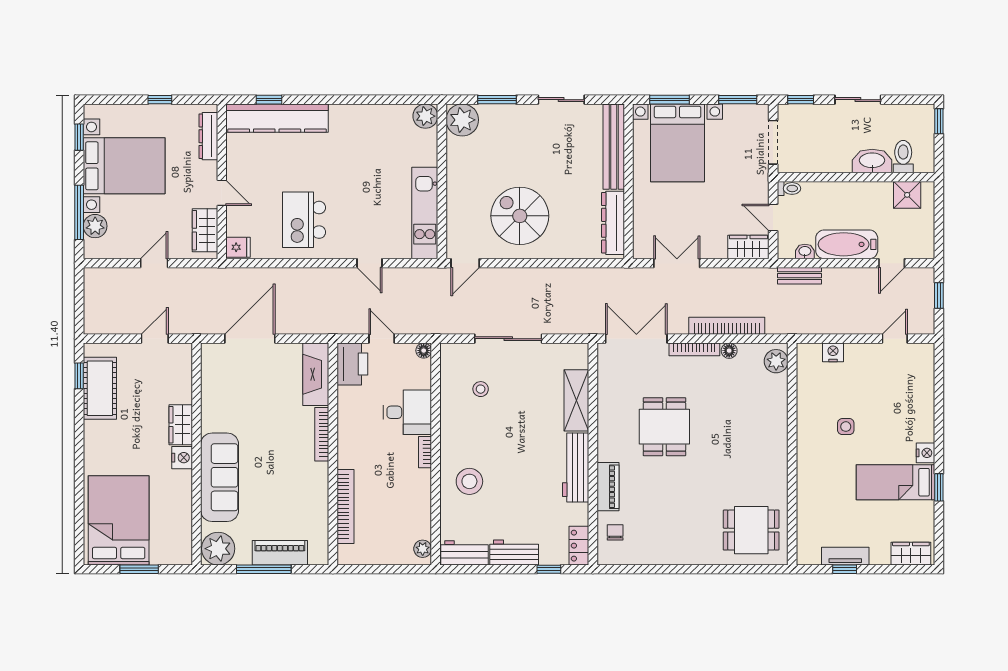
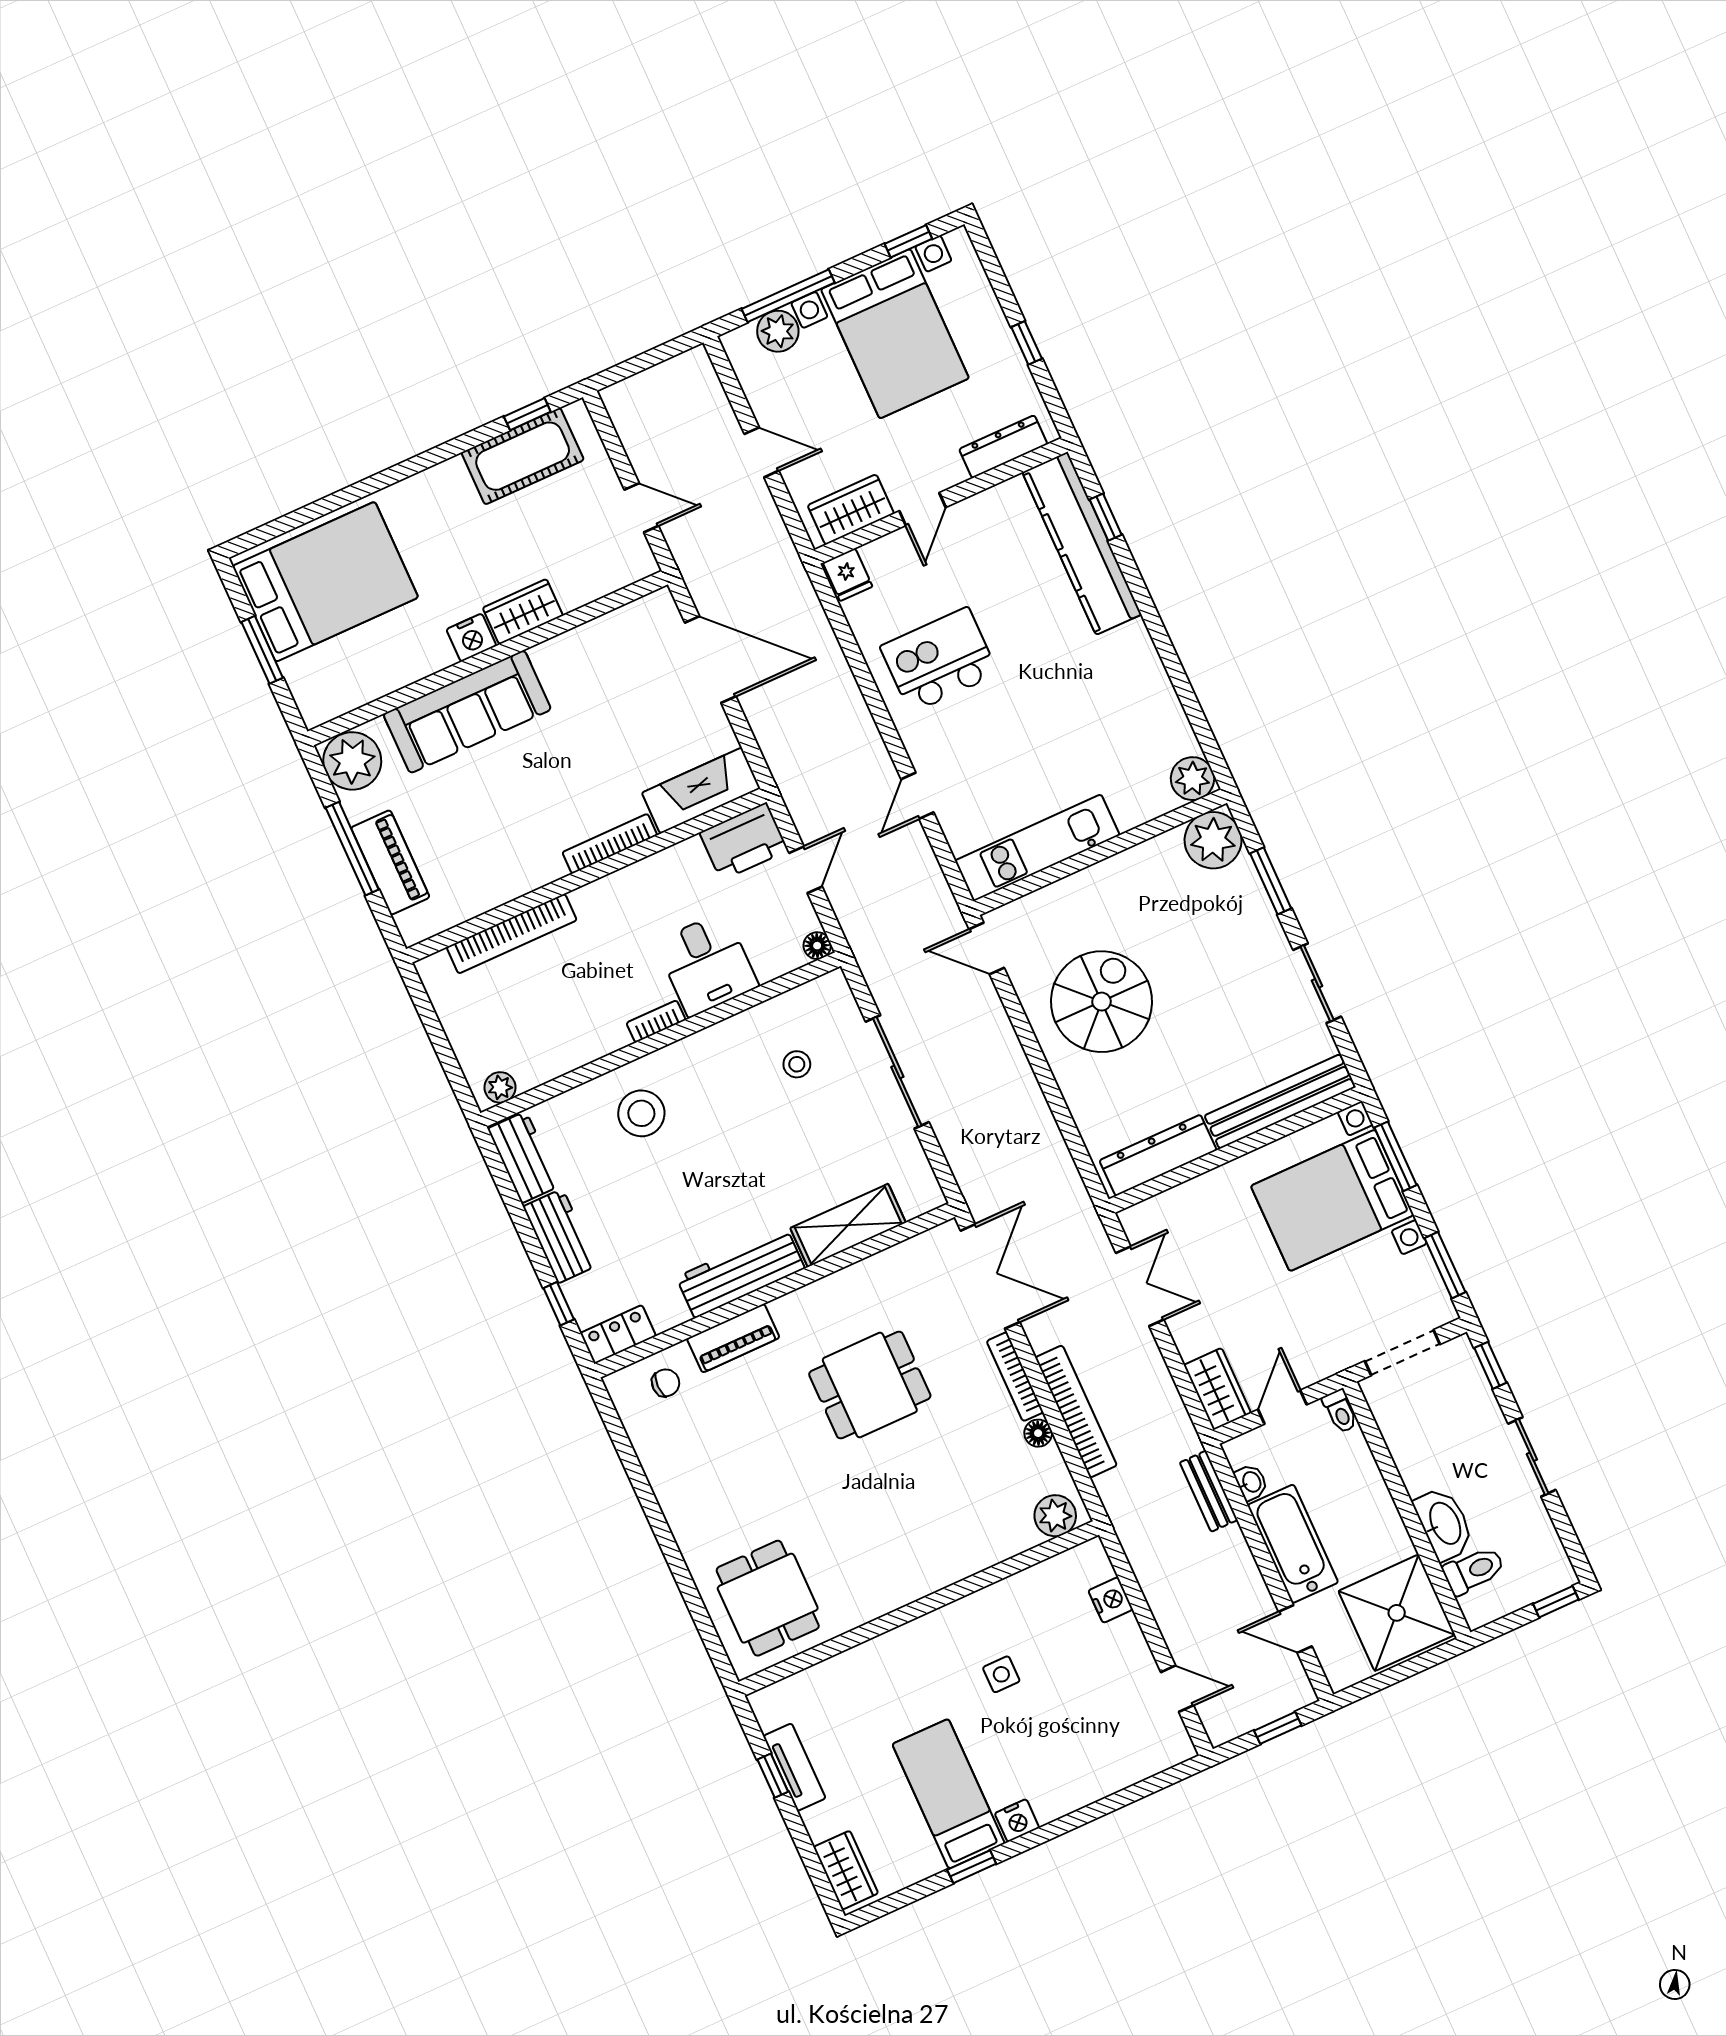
shower: (907, 195) -> (1397, 1613), width x1.86, depth x1.86

